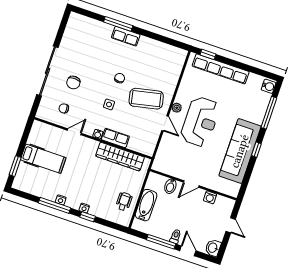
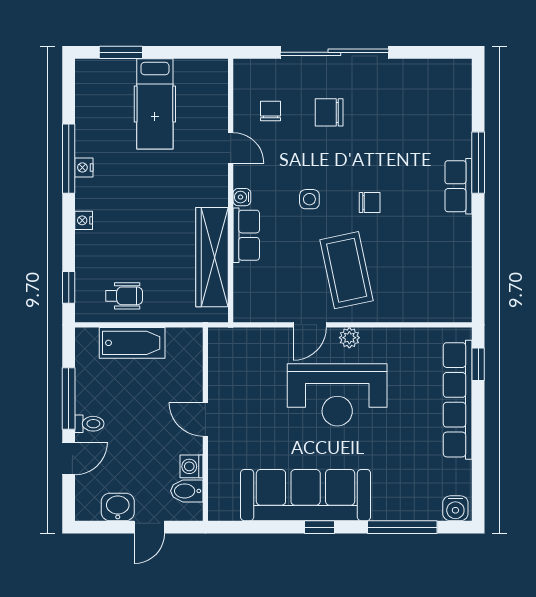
bidet: (170, 186) -> (187, 491), moved
window: (88, 217) -> (69, 287), moved
washbasin: (213, 248) -> (118, 507), moved

